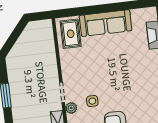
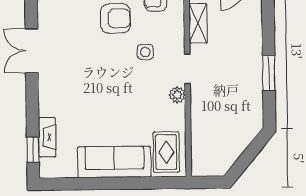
plant: (71, 108) -> (177, 95), moved

